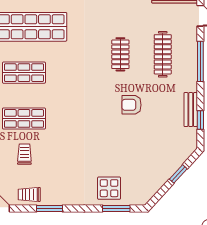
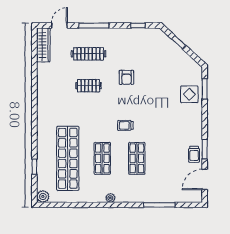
bench: (191, 110) -> (130, 33), removed
trolley: (24, 154) -> (125, 125), moved
window: (50, 209) -> (205, 149), moved

